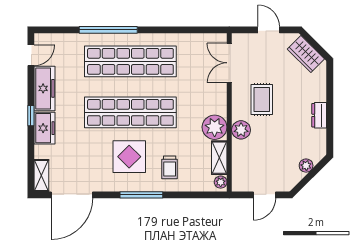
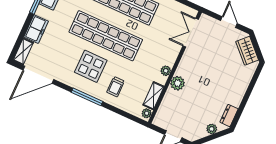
rug: (262, 100) -> (202, 69), removed
dresser: (319, 115) -> (229, 115), moved
plant: (215, 127) -> (166, 71), width x0.53, depth x0.53
freezer: (45, 128) -> (36, 29), moved

